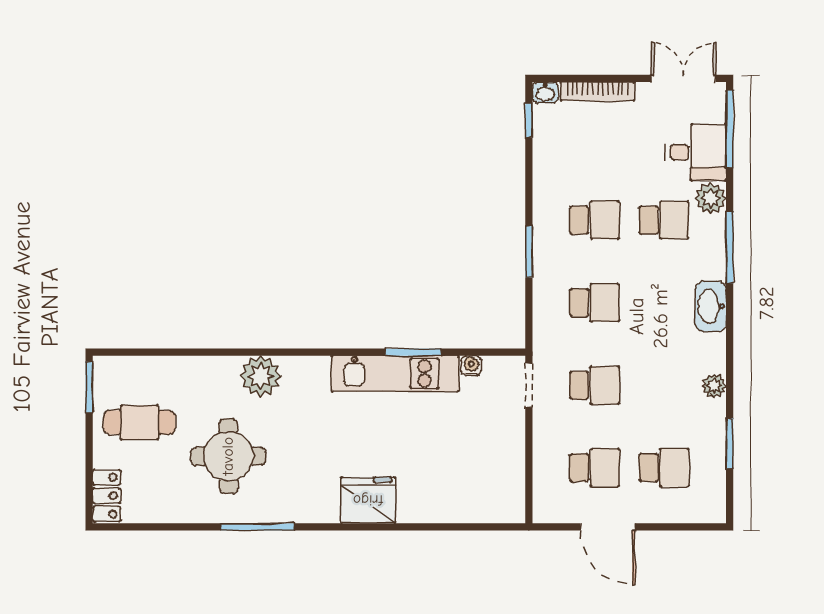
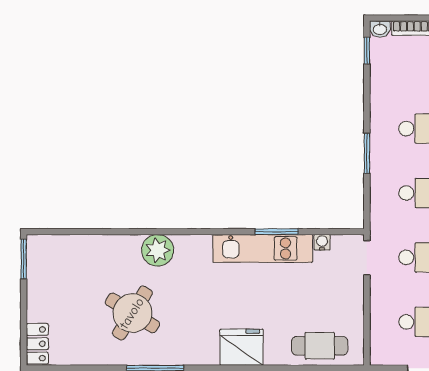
cafe table: (139, 422) -> (320, 346), moved
round table: (228, 456) -> (132, 313), turned 32

